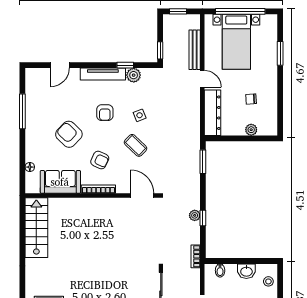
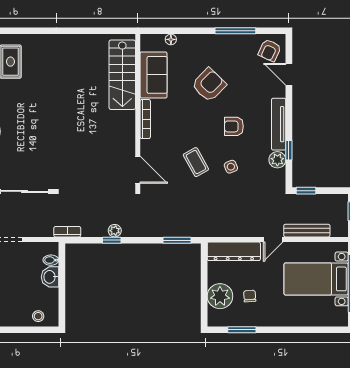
window: (280, 53) -> (242, 330), moved
plant: (251, 130) -> (220, 296), width x1.88, depth x1.88
coffee table: (136, 145) -> (196, 162), turned -73
armchair: (100, 160) -> (270, 50), moved
door: (142, 196) -> (138, 170), hinge flipped
stairs: (36, 228) -> (122, 75), moved, turned 90
washbasin: (246, 271) -> (50, 277), moved

